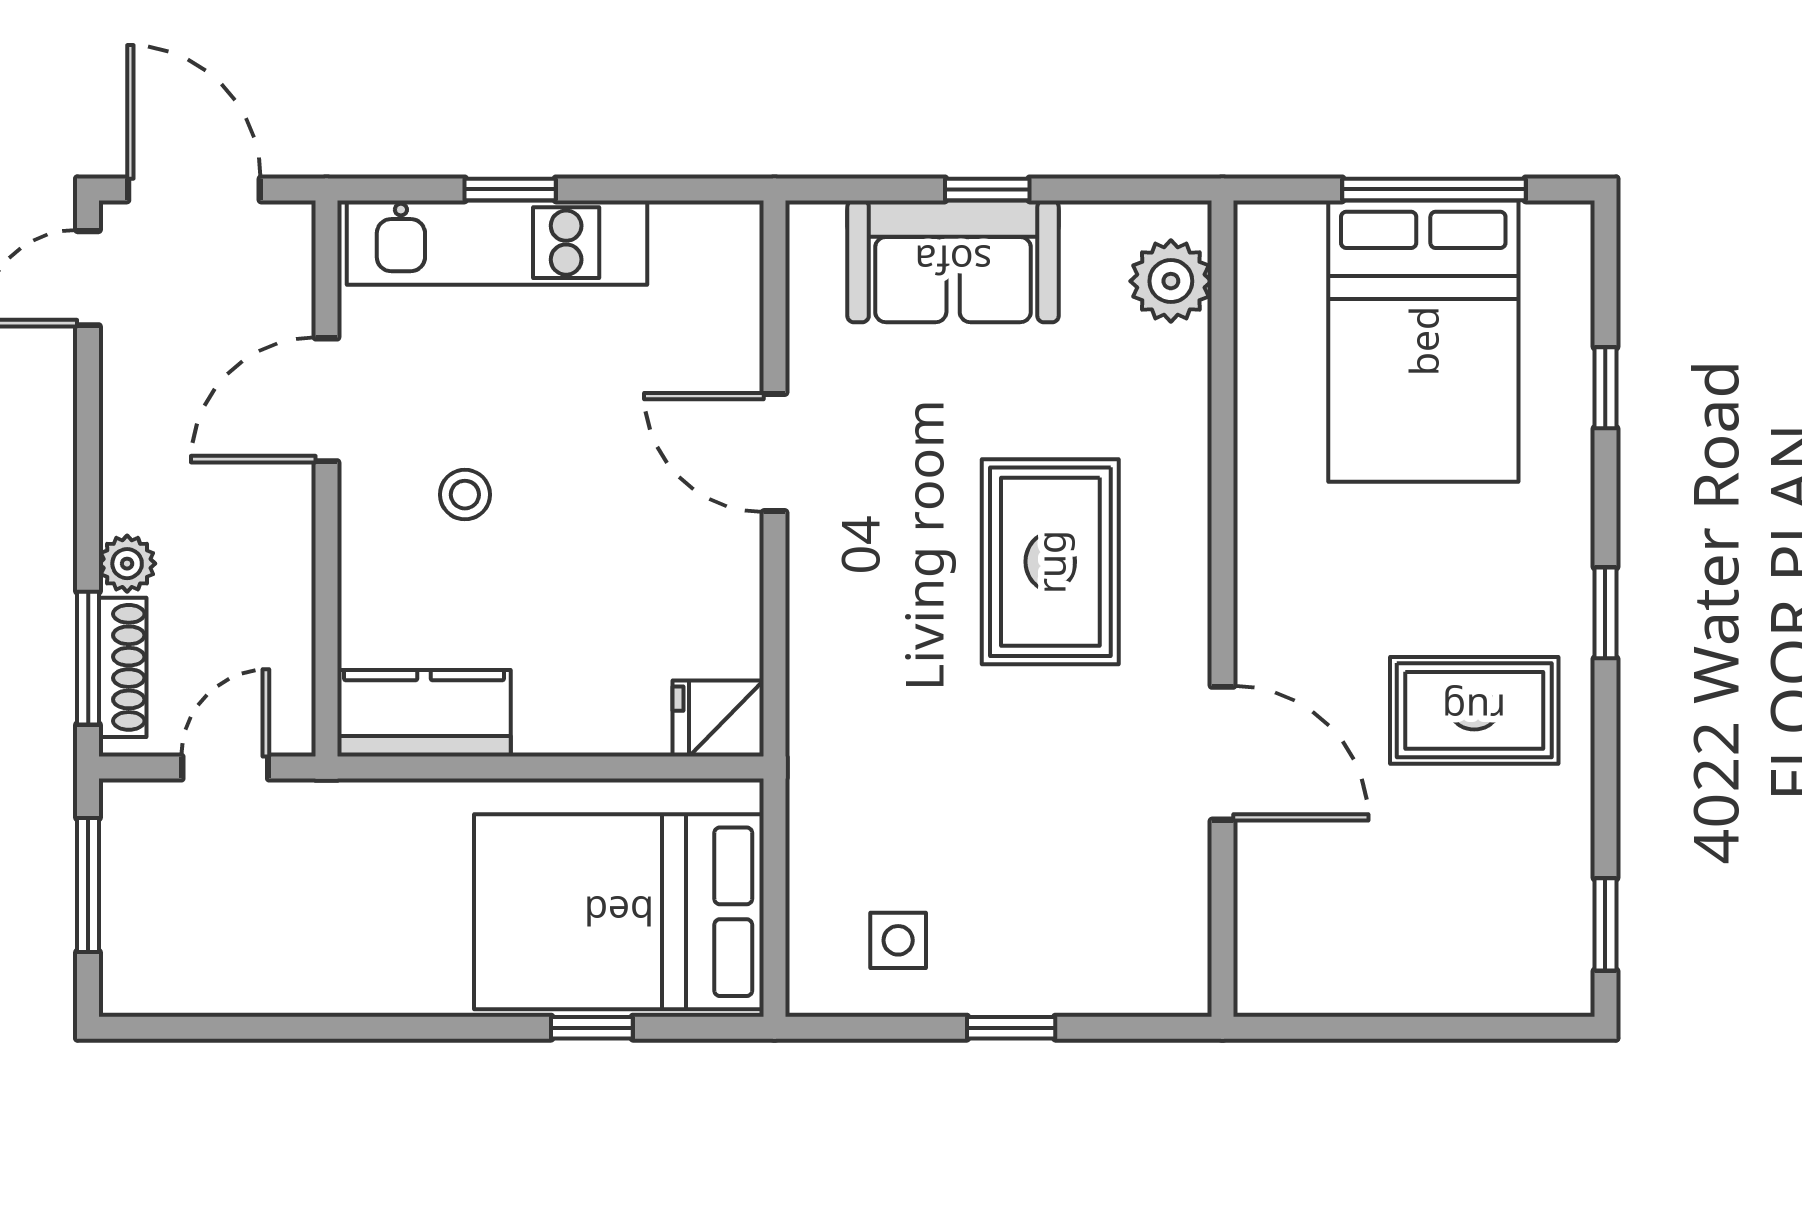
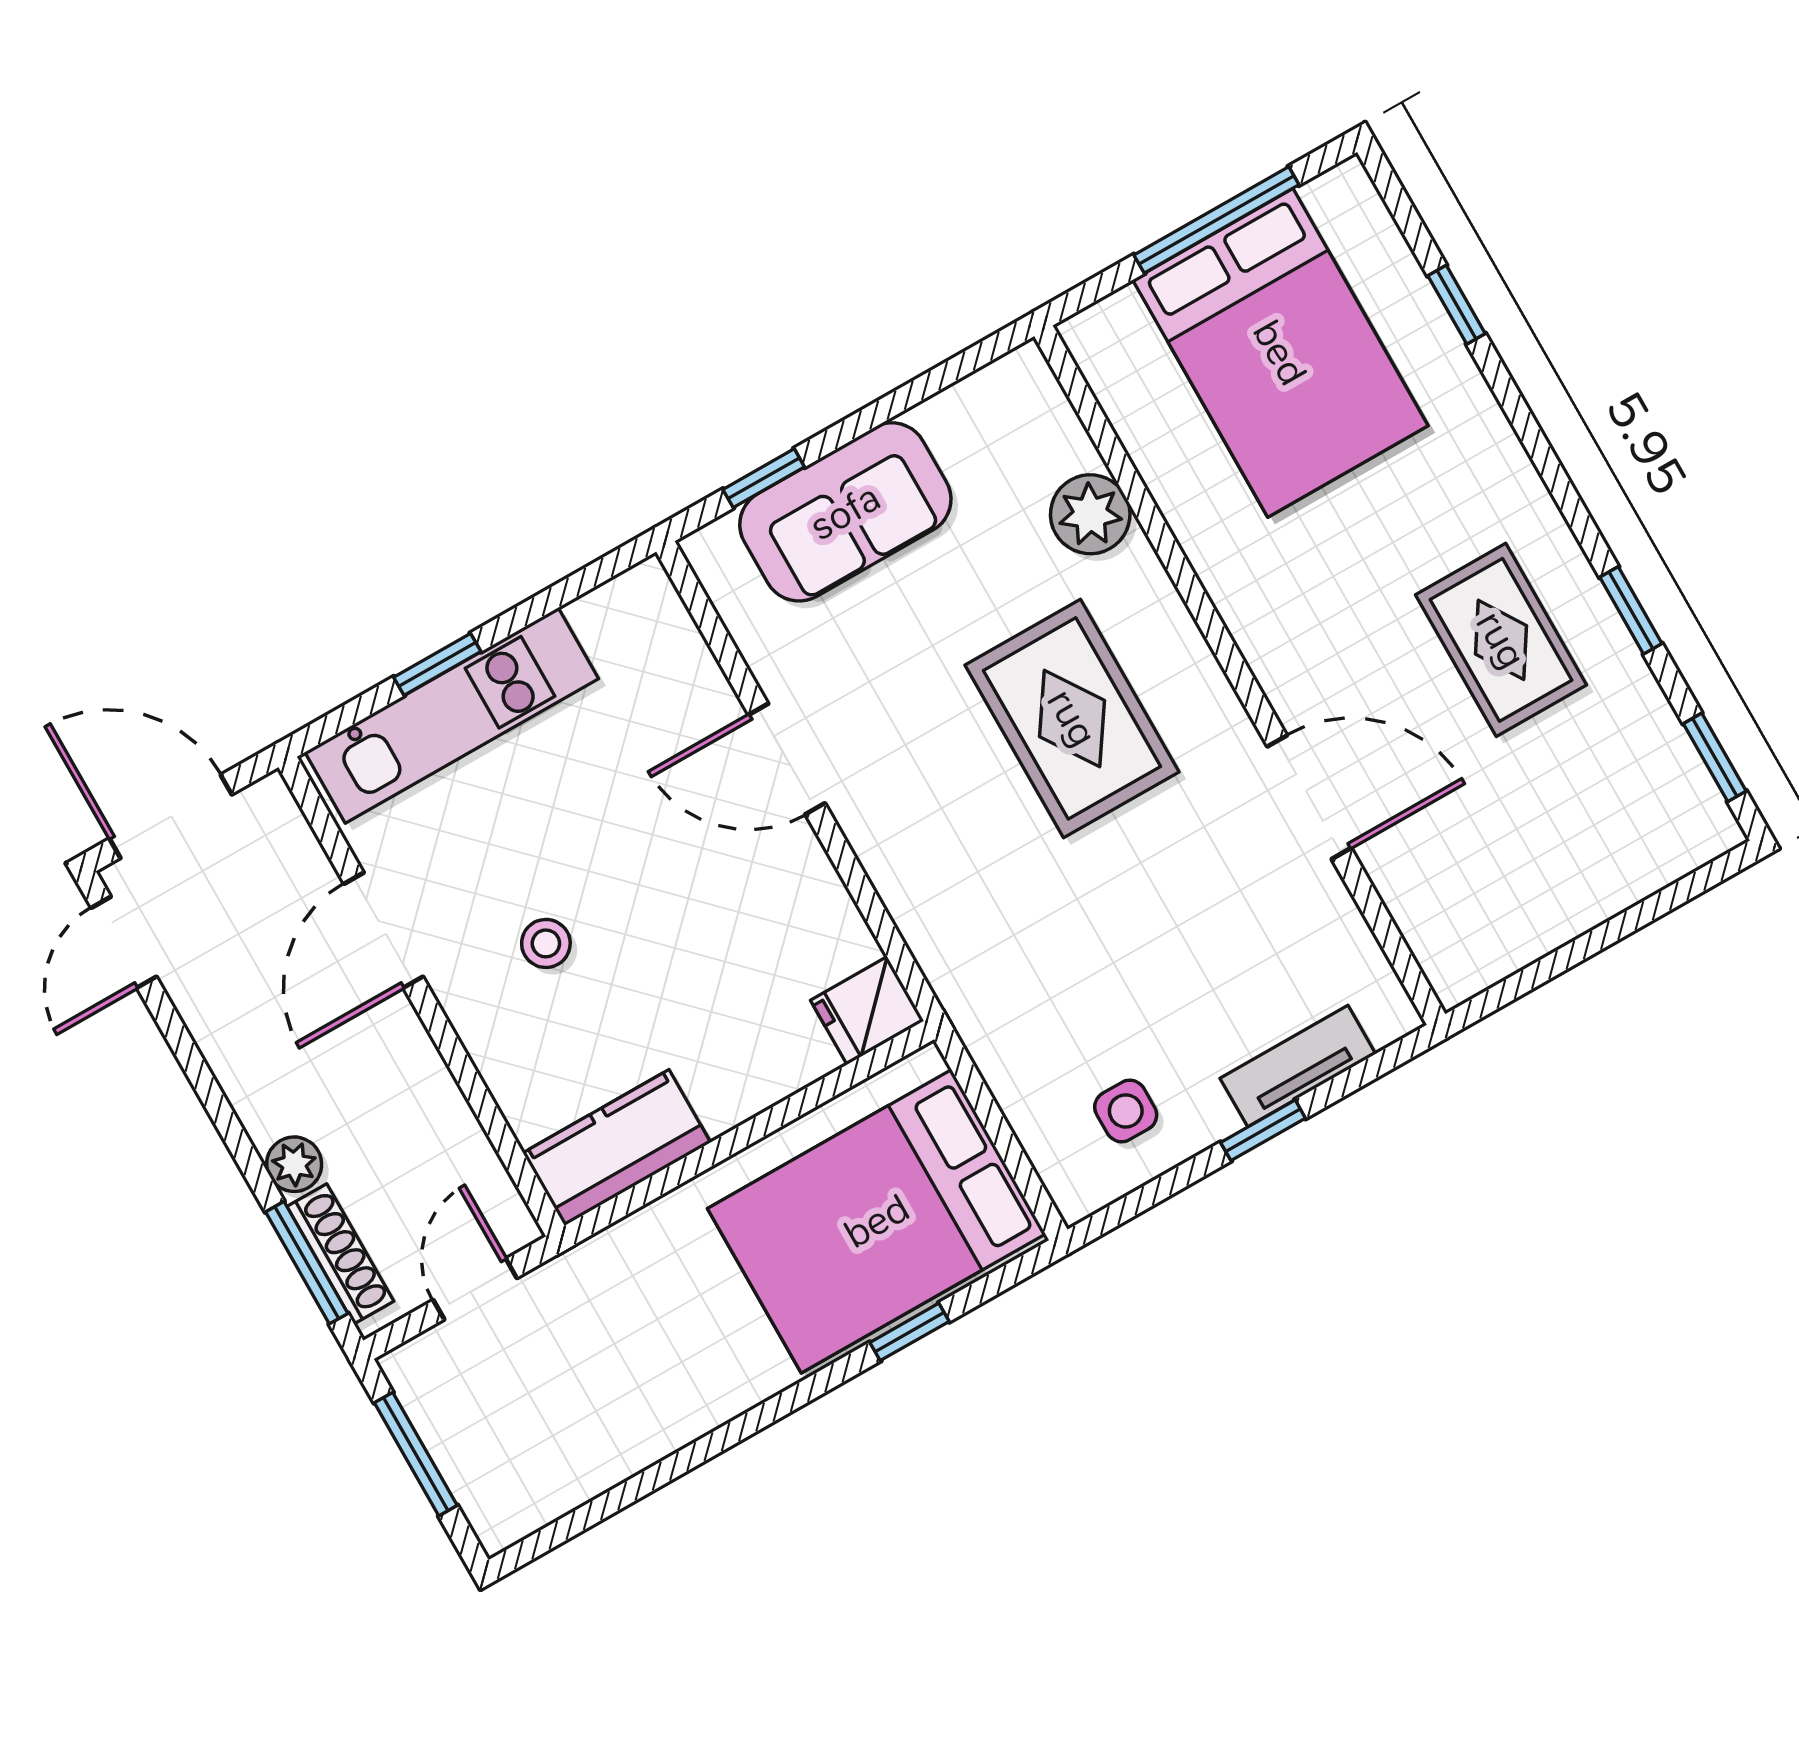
window: (987, 189) -> (764, 478), moved
plant: (1171, 281) -> (1090, 514), moved
window: (1605, 613) -> (1631, 610), moved
rug: (1474, 710) -> (1501, 640), turned 90
tv unit: (1075, 988) -> (1298, 1066), added

